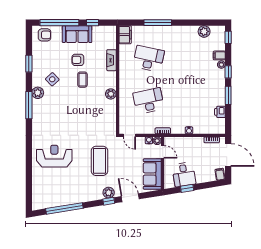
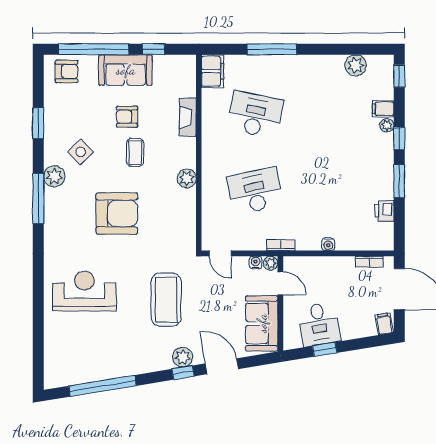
armchair: (72, 113) -> (117, 213), added

